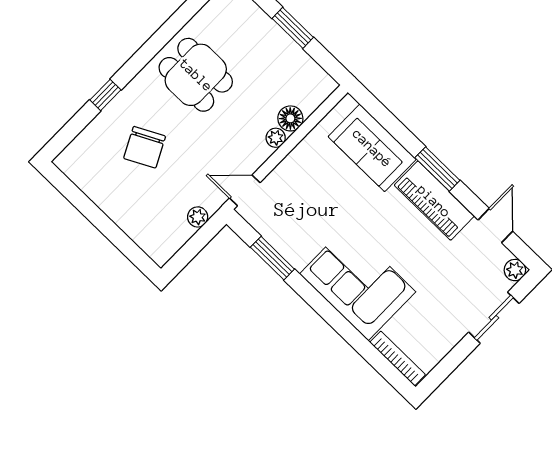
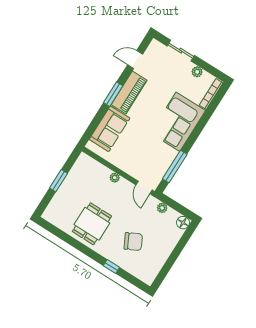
floor lamp: (290, 118) -> (183, 223), moved
window: (272, 258) -> (175, 167), width x1.44
plant: (515, 270) -> (197, 72), moved

